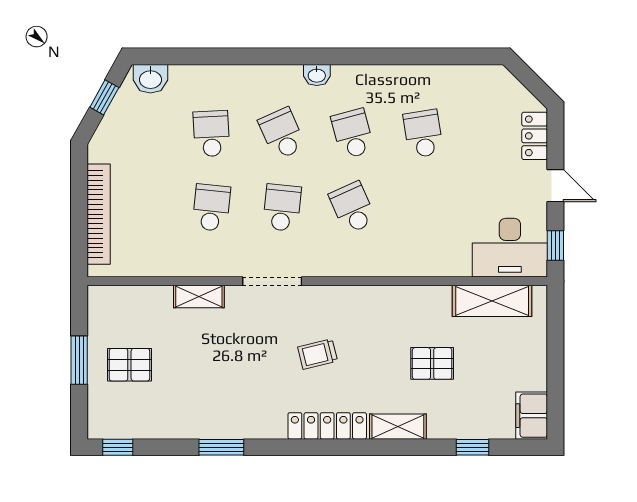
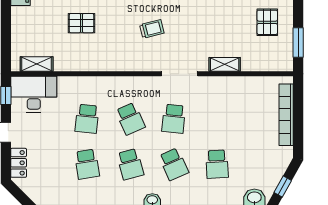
school desk: (211, 208) -> (87, 119), moved
shelving: (492, 301) -> (37, 64), width x0.67, depth x0.75
window: (79, 360) -> (298, 42), moved
pallet: (129, 365) -> (267, 22), turned 90

